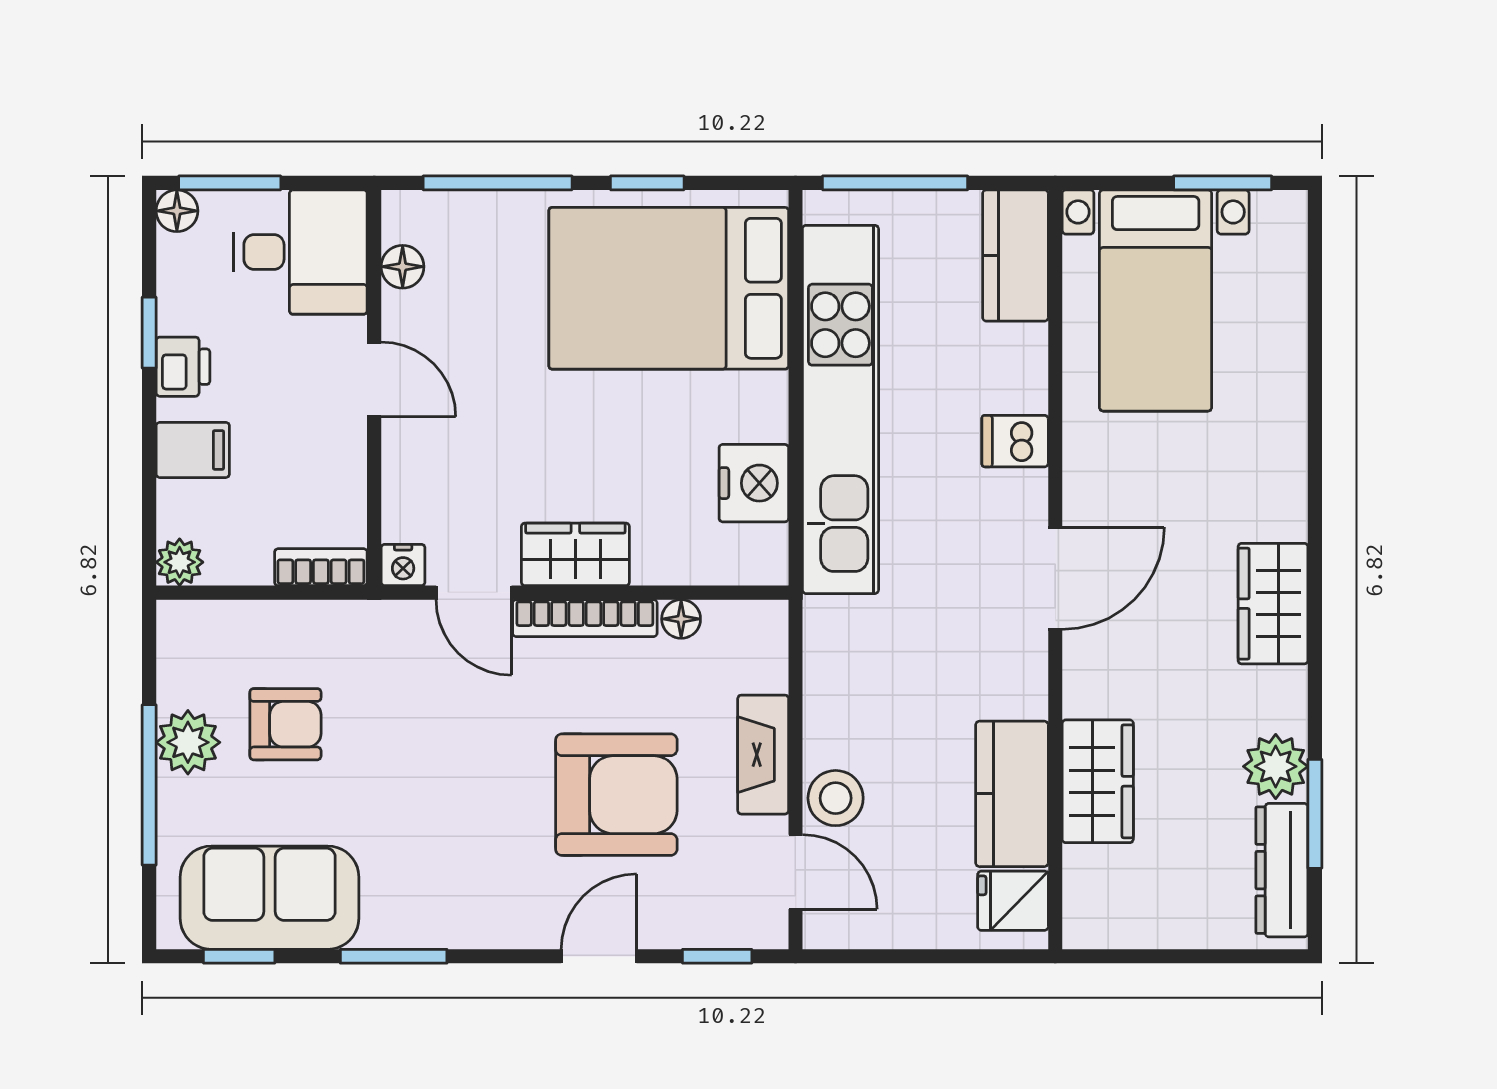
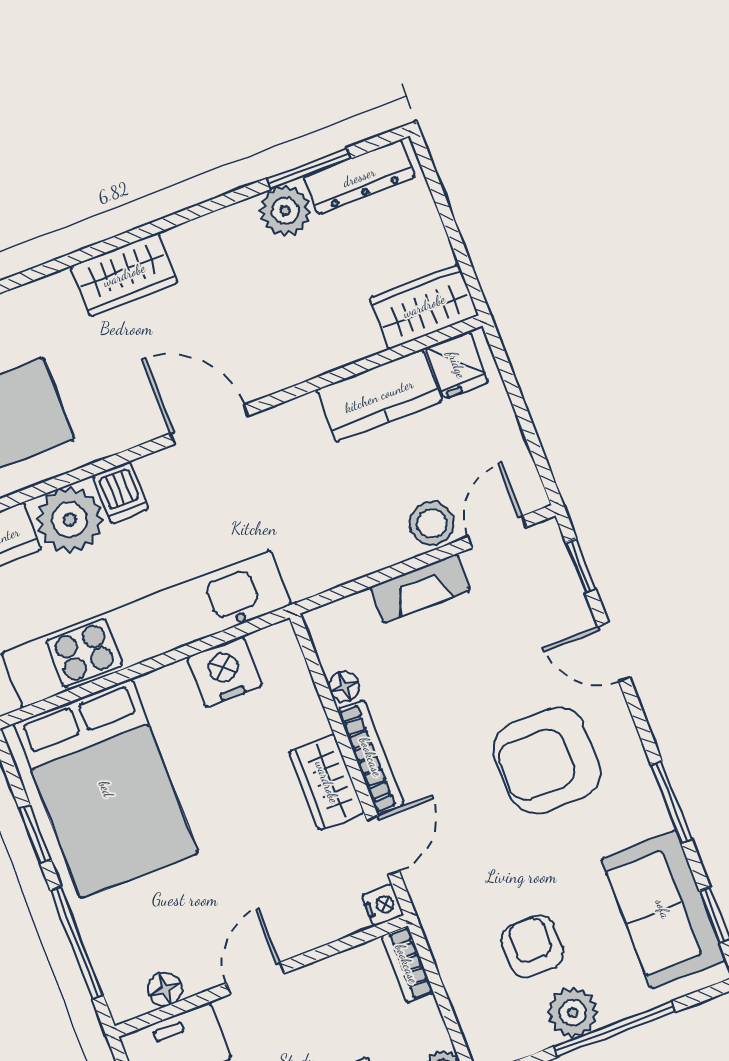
plant: (1006, 368) -> (70, 520), added
wardrobe: (1273, 604) -> (124, 275), moved
wardrobe: (1098, 781) -> (424, 306), moved
armchair: (616, 795) -> (547, 761), moved, turned -90

